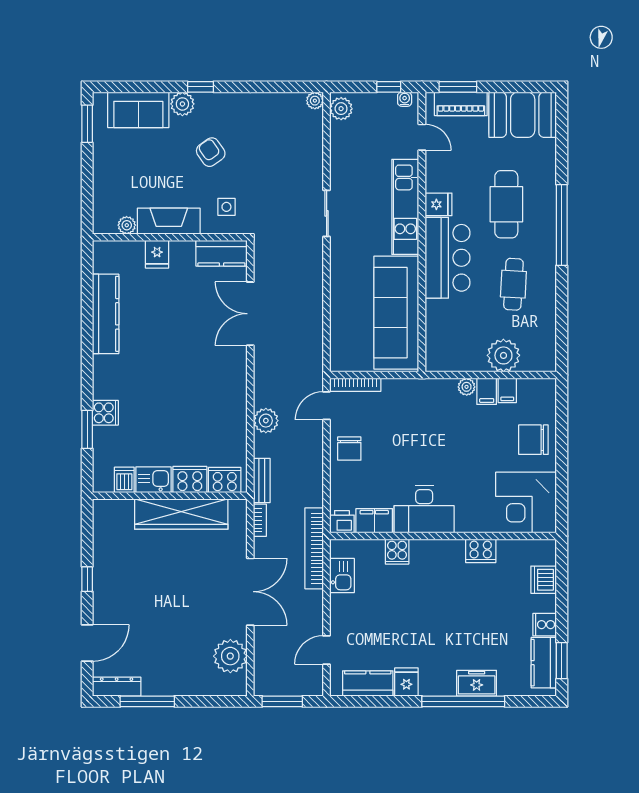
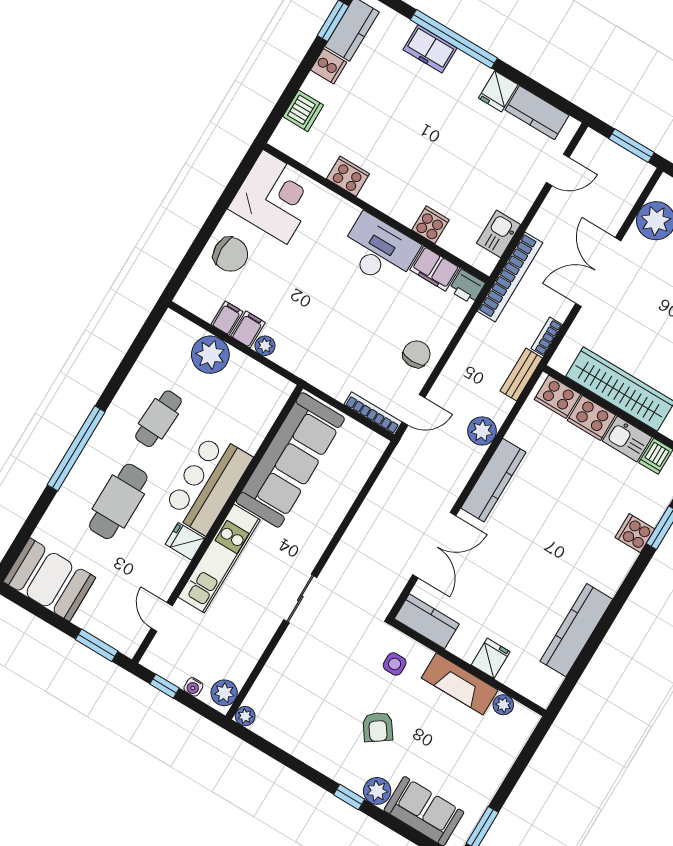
water cooler: (405, 99) -> (193, 687), moved
piano: (461, 104) -> (104, 627), removed
kitchen counter: (235, 389) -> (493, 480), added

